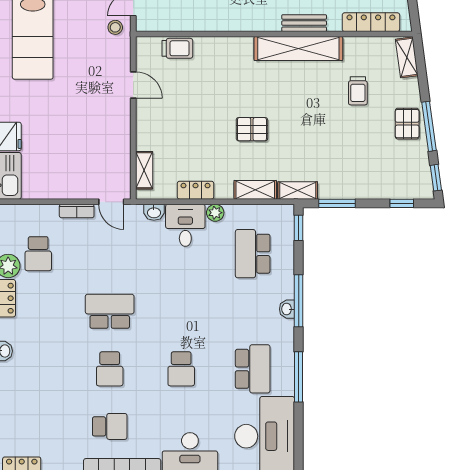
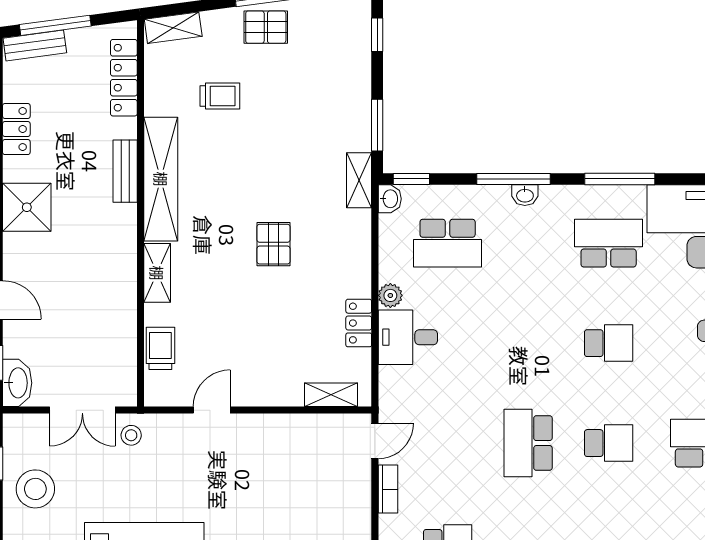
shelving: (255, 190) -> (157, 273), moved
washbasin: (154, 212) -> (390, 199), moved

